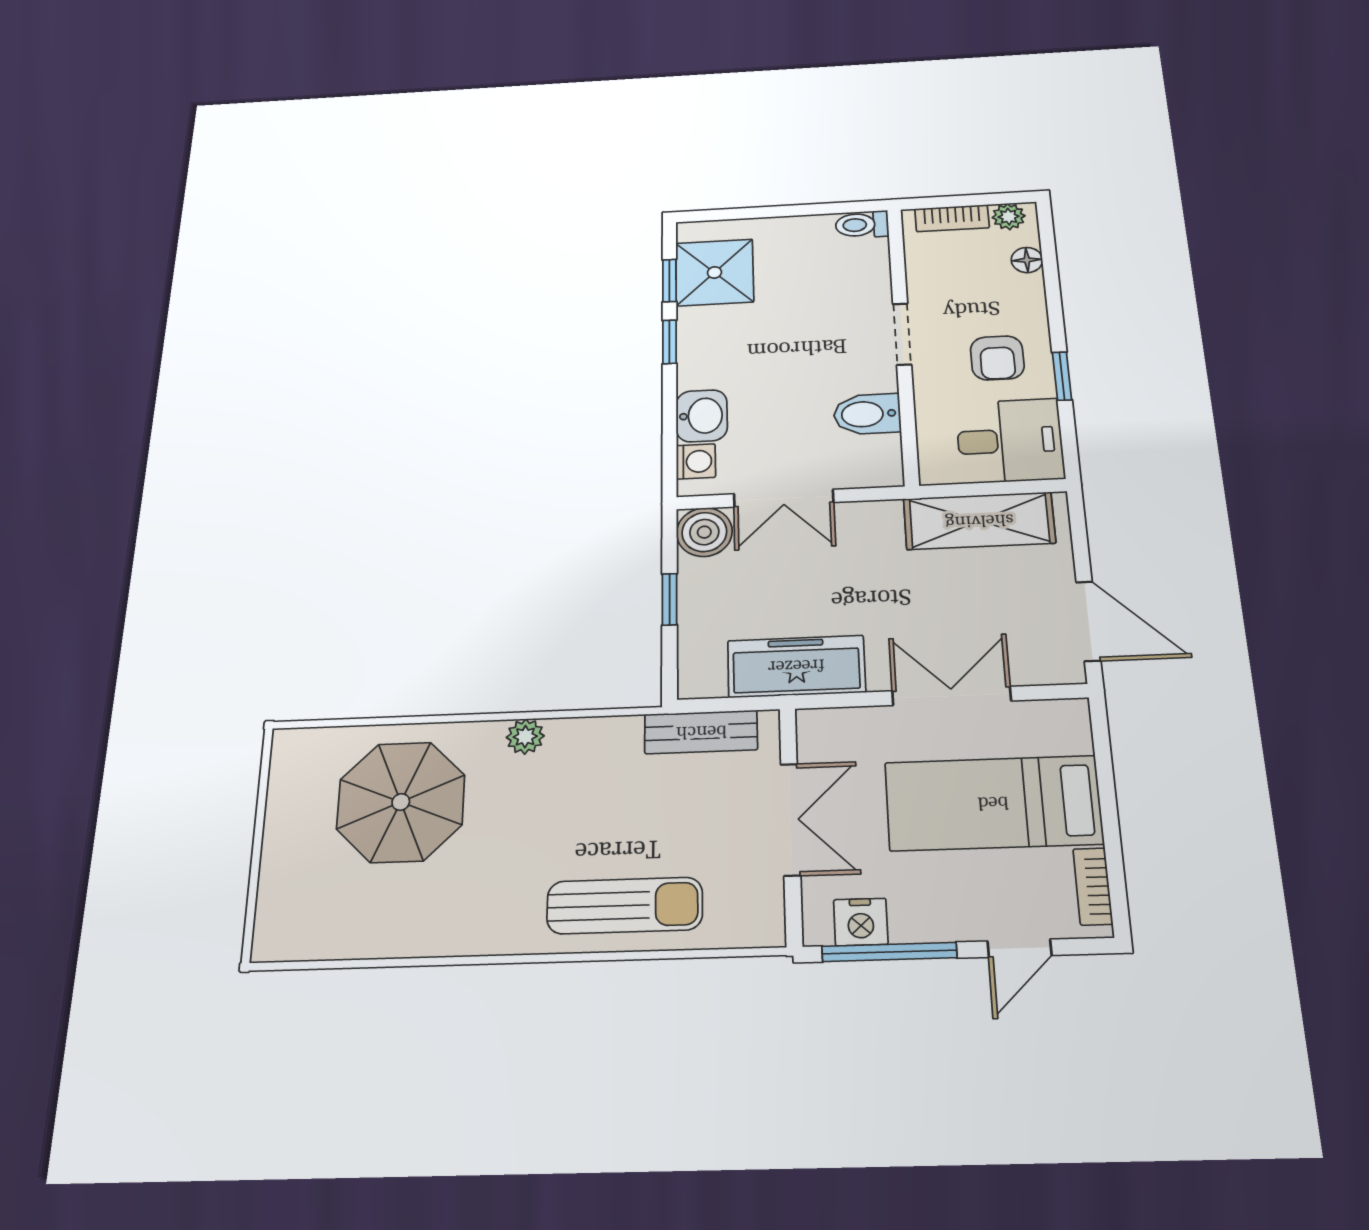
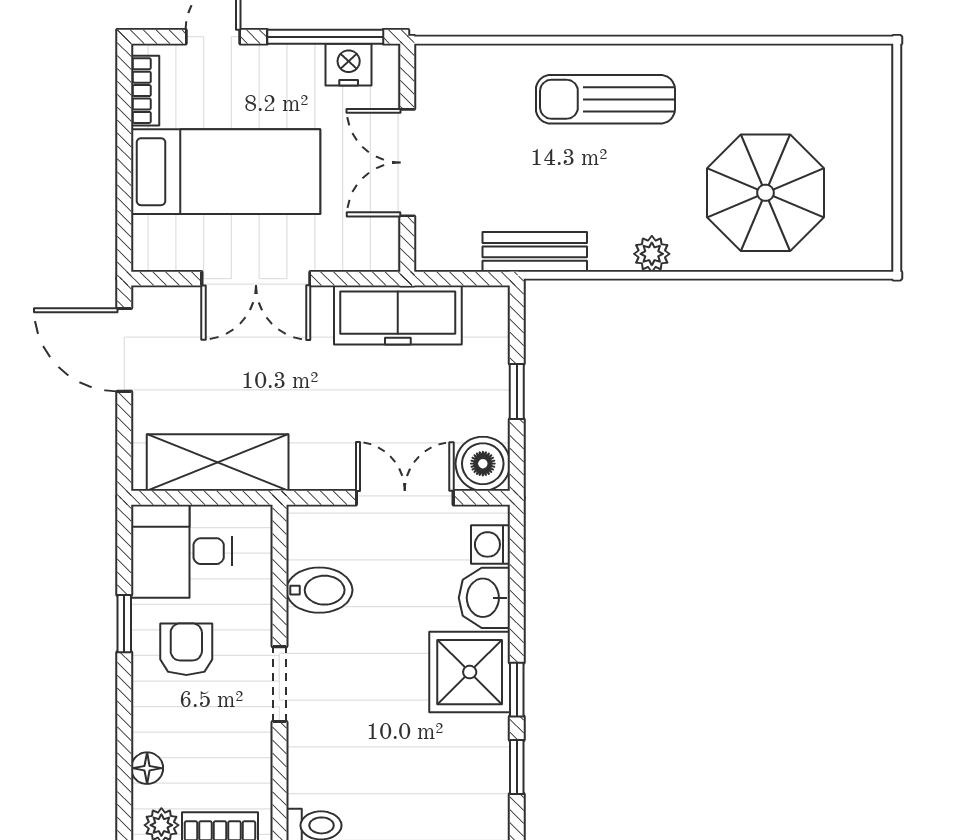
shower: (714, 272) -> (470, 672), moved
bench: (701, 732) -> (535, 252), moved
sun lounger: (625, 906) -> (605, 99), moved

